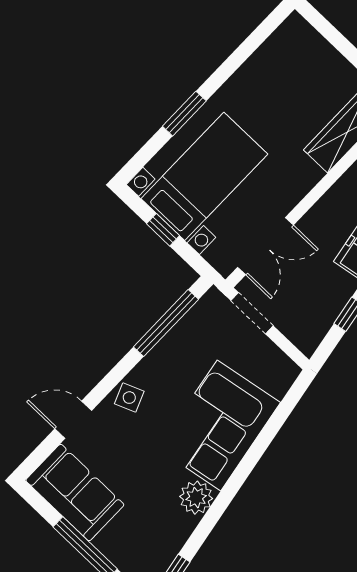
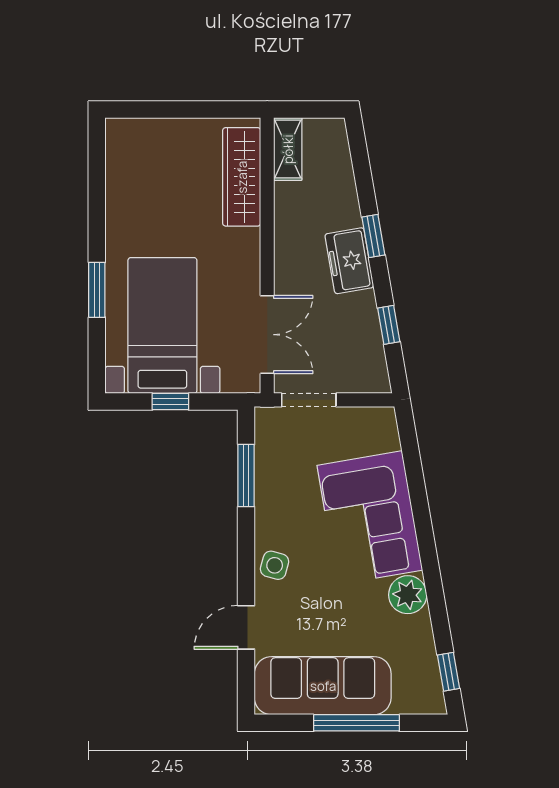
window: (166, 323) -> (246, 476), width x0.69
side table: (129, 398) -> (275, 565), turned 37
sofa: (75, 493) -> (323, 686), width x1.36

